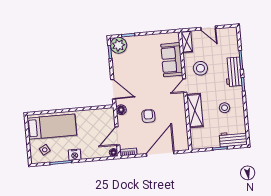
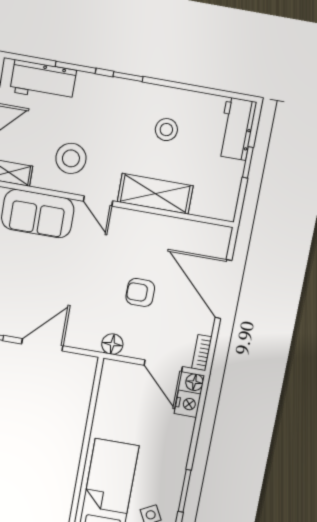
workbench: (233, 72) -> (43, 81), moved
door: (113, 89) -> (42, 345), moved
nightstand: (75, 155) -> (188, 404), moved

